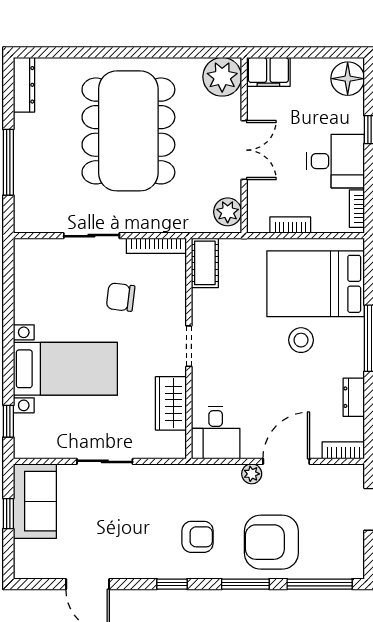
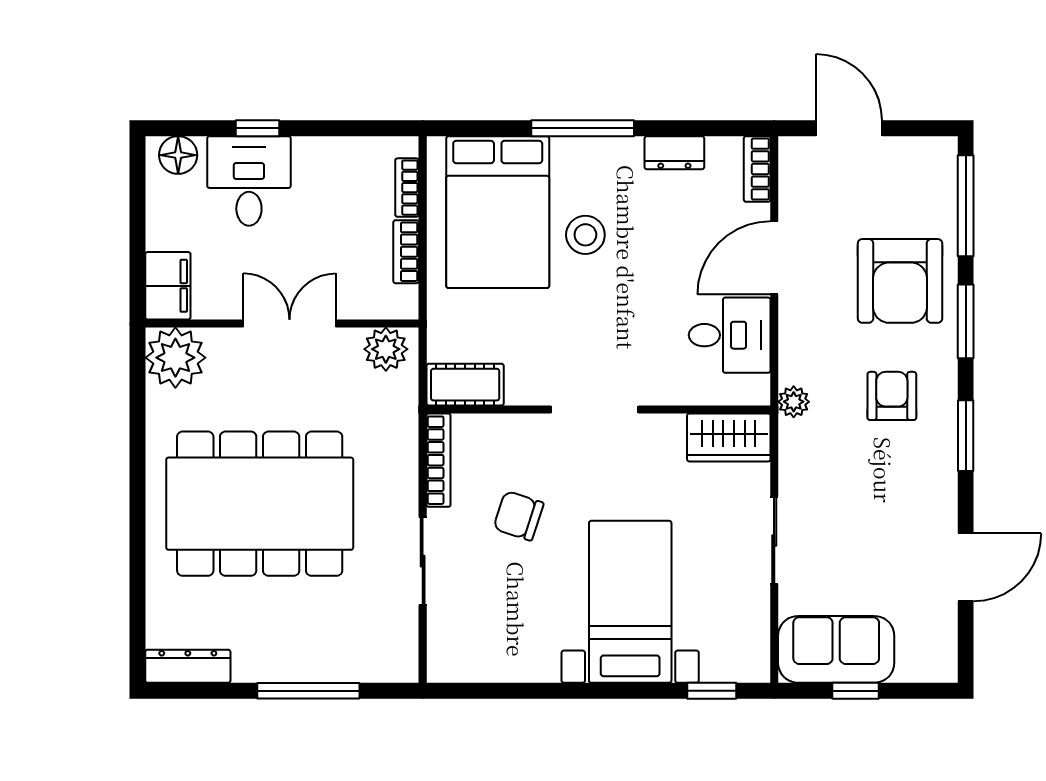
floor lamp: (348, 79) -> (178, 155), width x0.73, depth x0.73
desk: (336, 161) -> (249, 181), moved
bookcase: (357, 209) -> (407, 188), moved, turned 90
chair: (121, 297) -> (518, 516), turned 101
doorway: (189, 346) -> (595, 409), width x1.38
wardrobe: (171, 403) -> (729, 437), moved
desk: (216, 433) -> (730, 335), moved
door: (286, 461) -> (774, 258), hinge flipped
plant: (252, 474) -> (794, 402), moved
window: (172, 584) -> (966, 436), width x1.50

